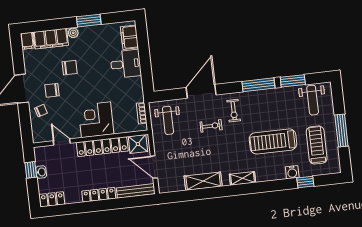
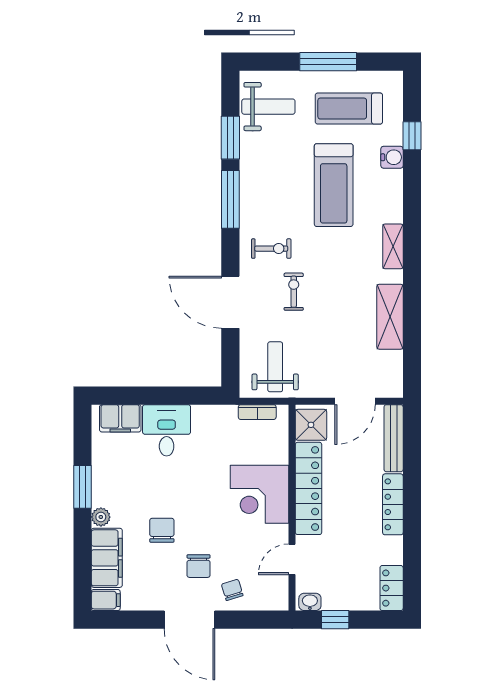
weight bench: (168, 120) -> (275, 367), turned -90
washbasin: (41, 172) -> (310, 602), moved

